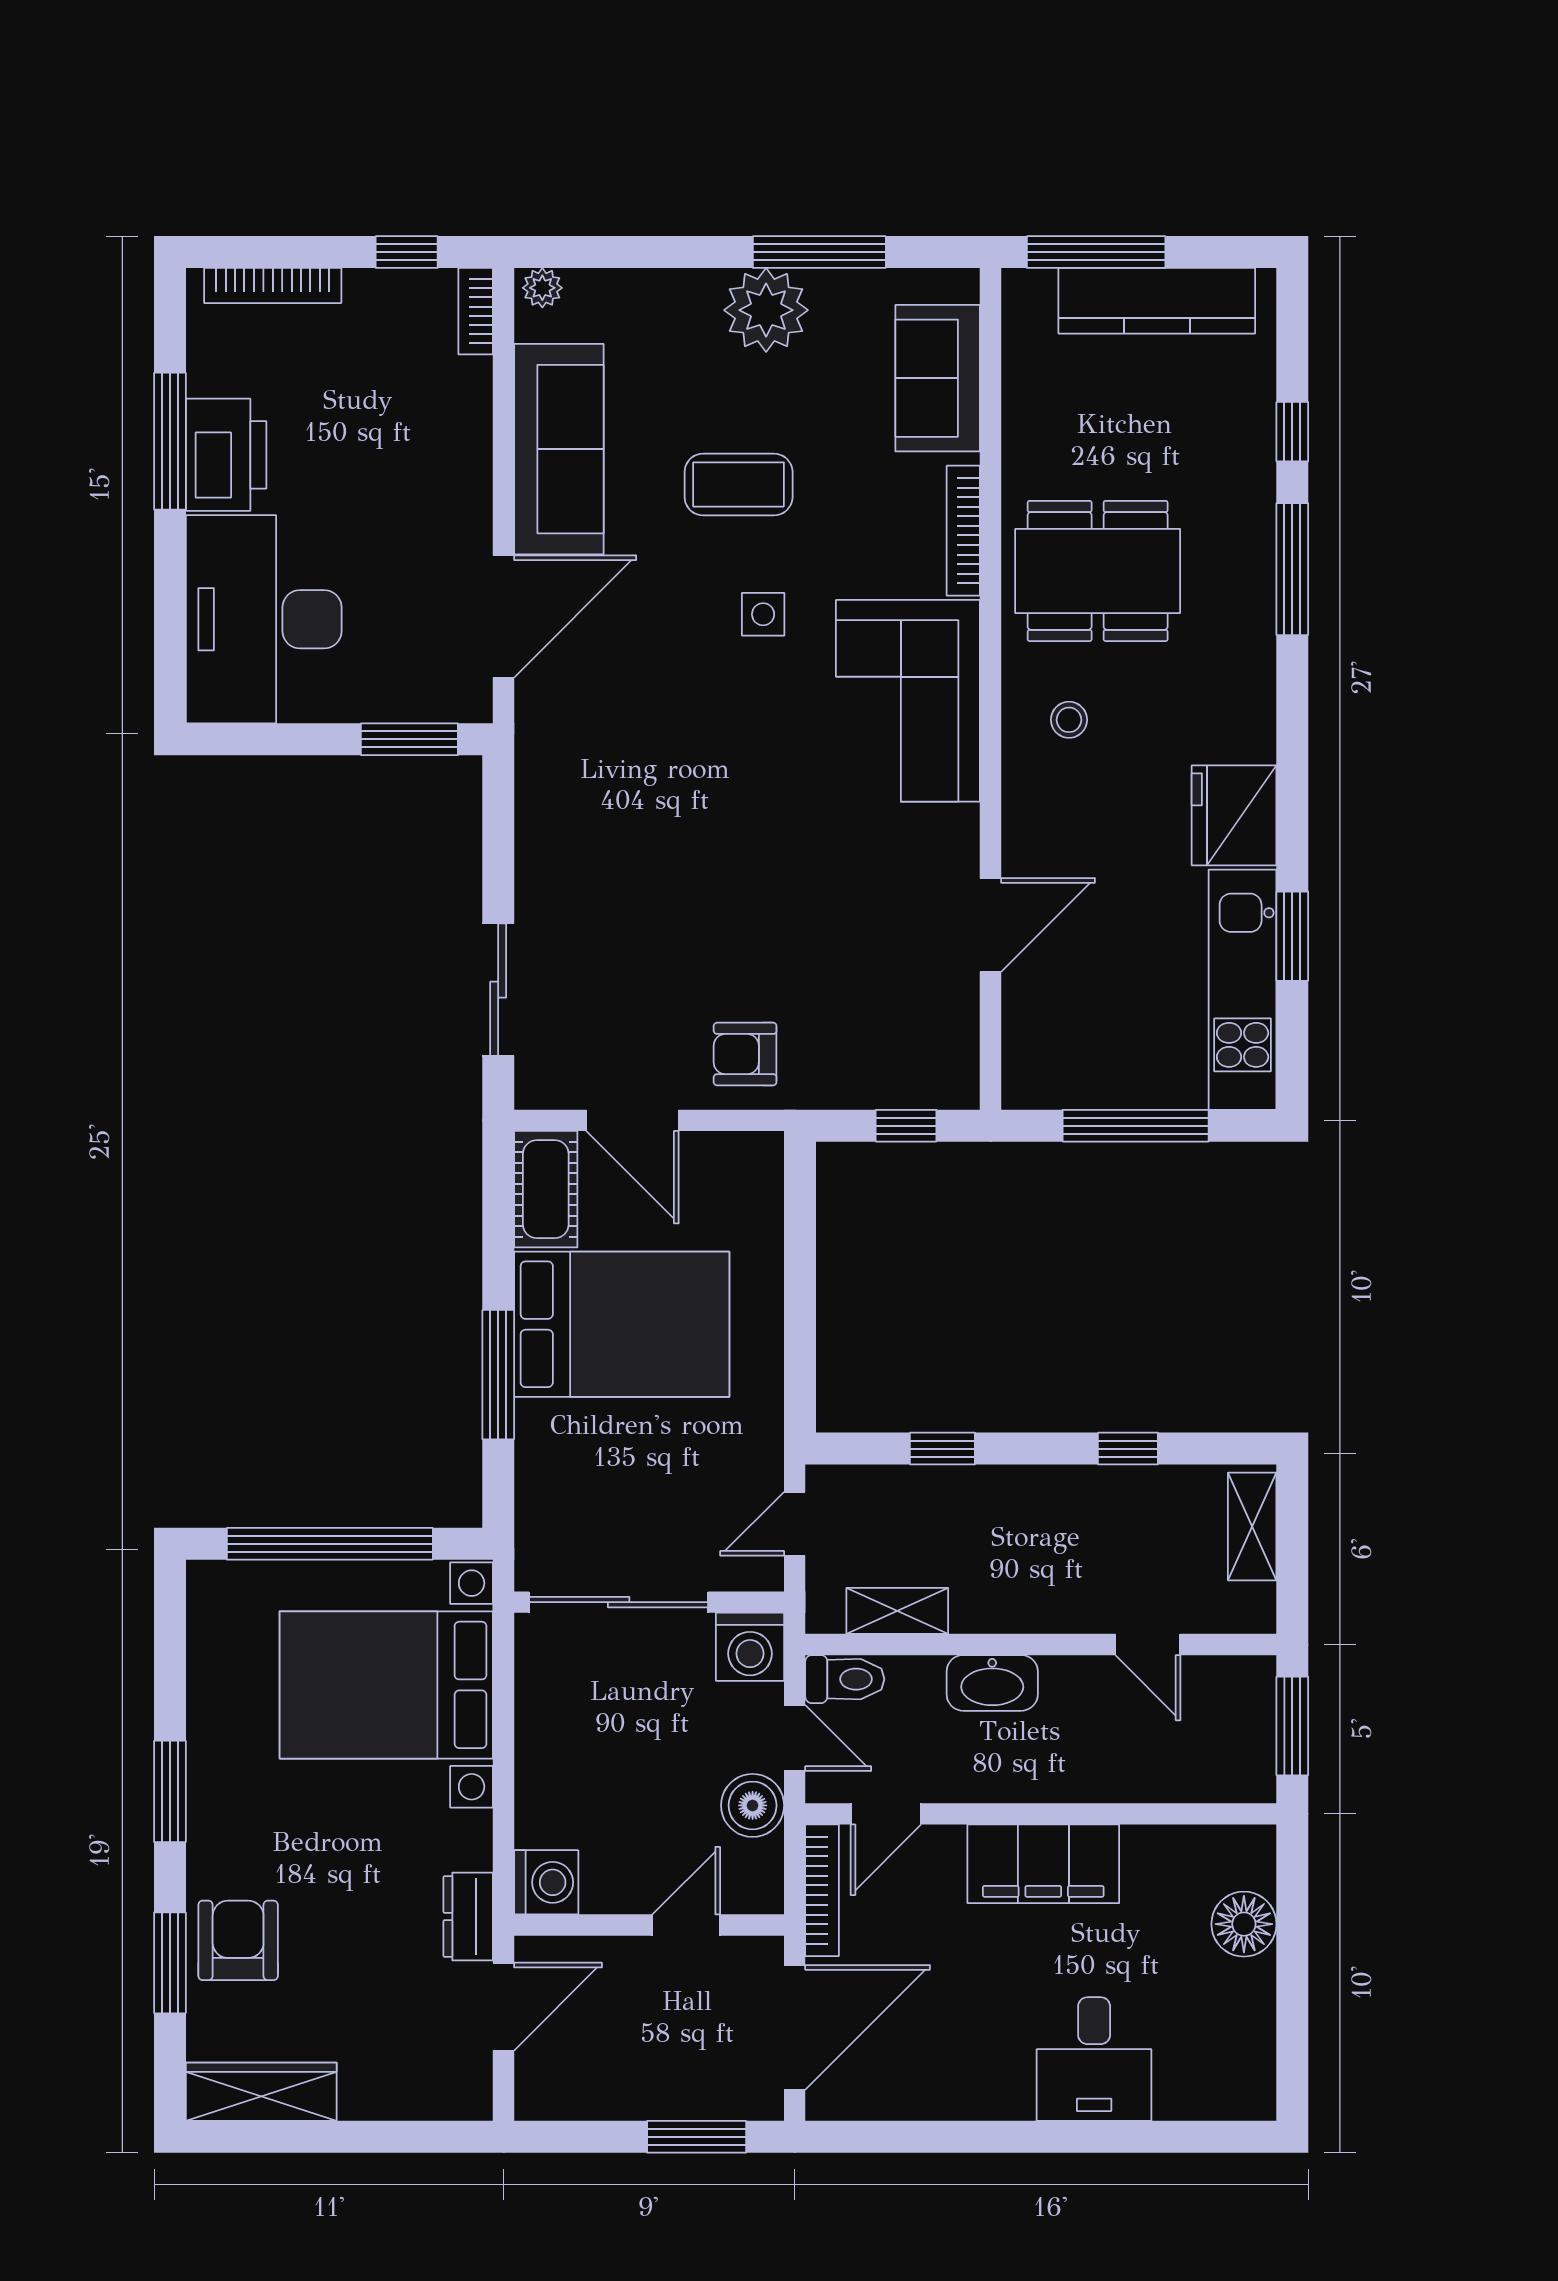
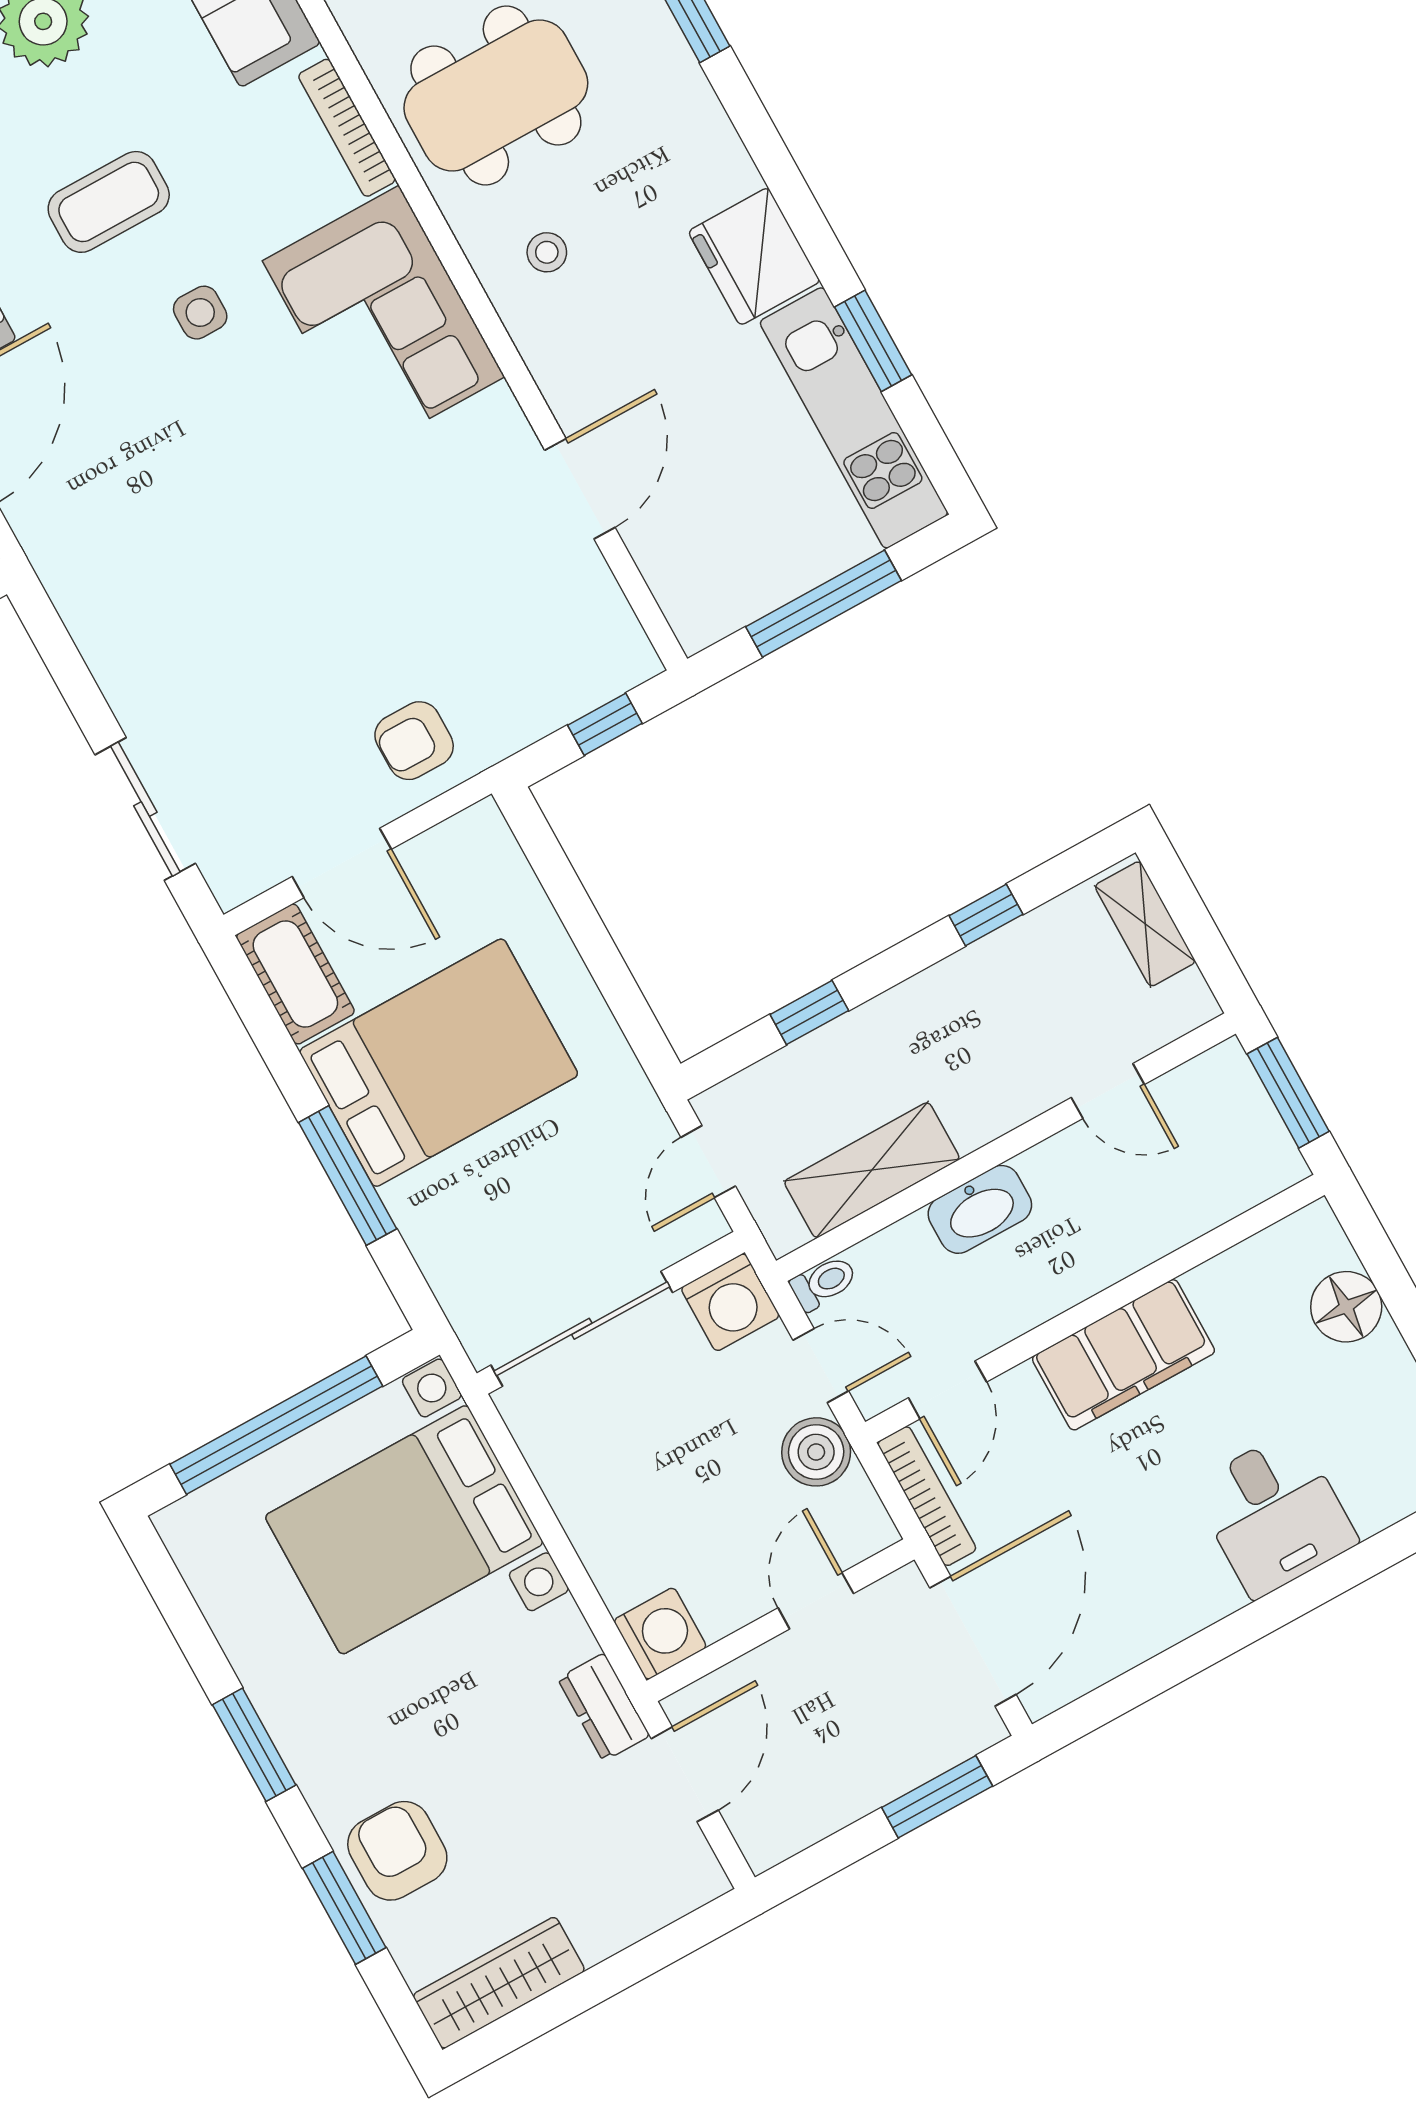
shelving: (897, 1611) -> (872, 1170), width x1.50, depth x1.33
toilet: (845, 1679) -> (824, 1283), width x0.73, depth x0.72

